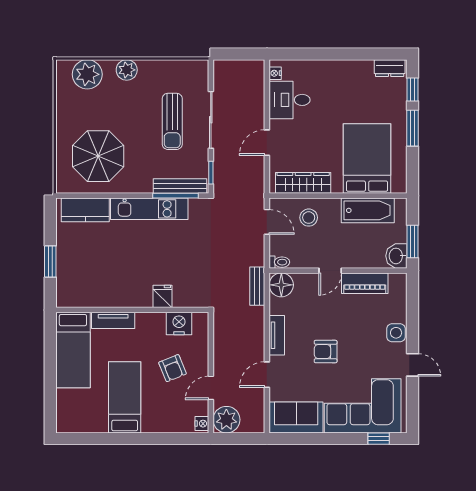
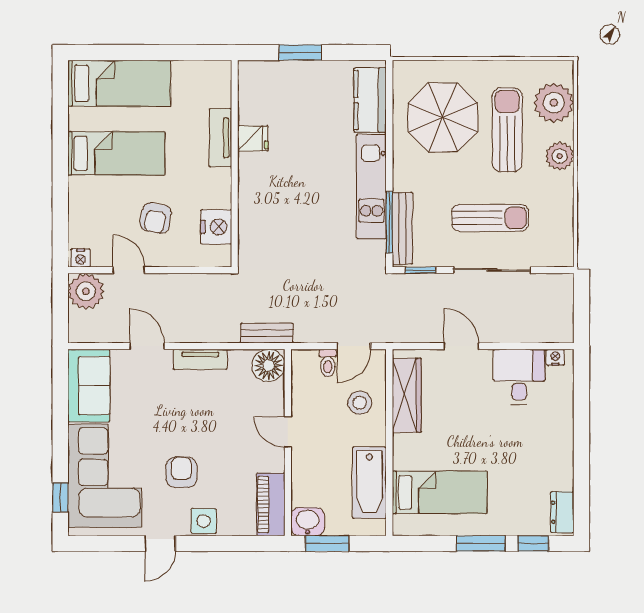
sun lounger: (107, 109) -> (507, 130), added
sun lounger: (172, 121) -> (490, 218), turned 180
bed: (367, 159) -> (440, 492), width x0.67
toilet: (279, 262) -> (328, 363), moved
piano: (365, 283) -> (271, 504), moved
fridge: (163, 296) -> (253, 138), moved
bed: (73, 350) -> (119, 83), moved, turned 180
armchair: (326, 352) -> (181, 472), moved
armchair: (173, 368) -> (156, 218), turned -57

